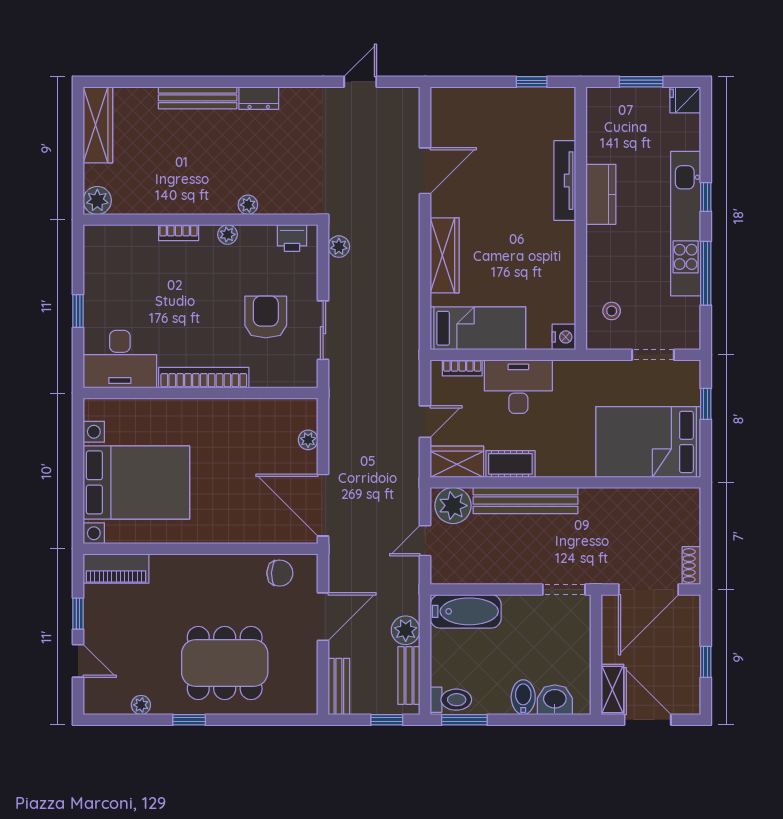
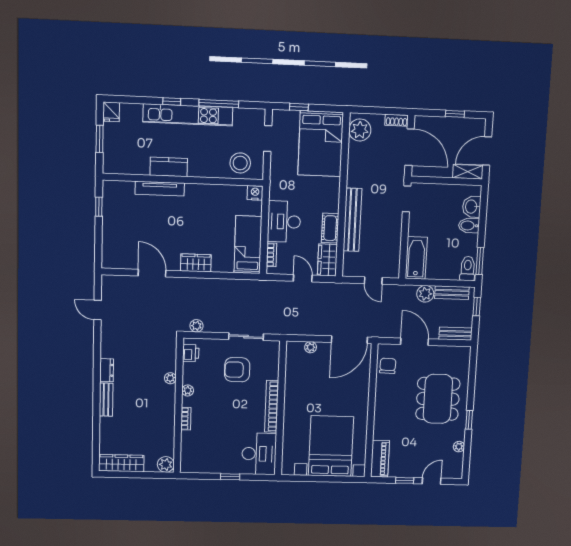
bench: (198, 98) -> (106, 400), width x0.73
wardrobe: (445, 255) -> (196, 263), width x0.67
stool: (612, 311) -> (240, 163), width x1.89, depth x1.89
plant: (453, 506) -> (360, 130), moved

